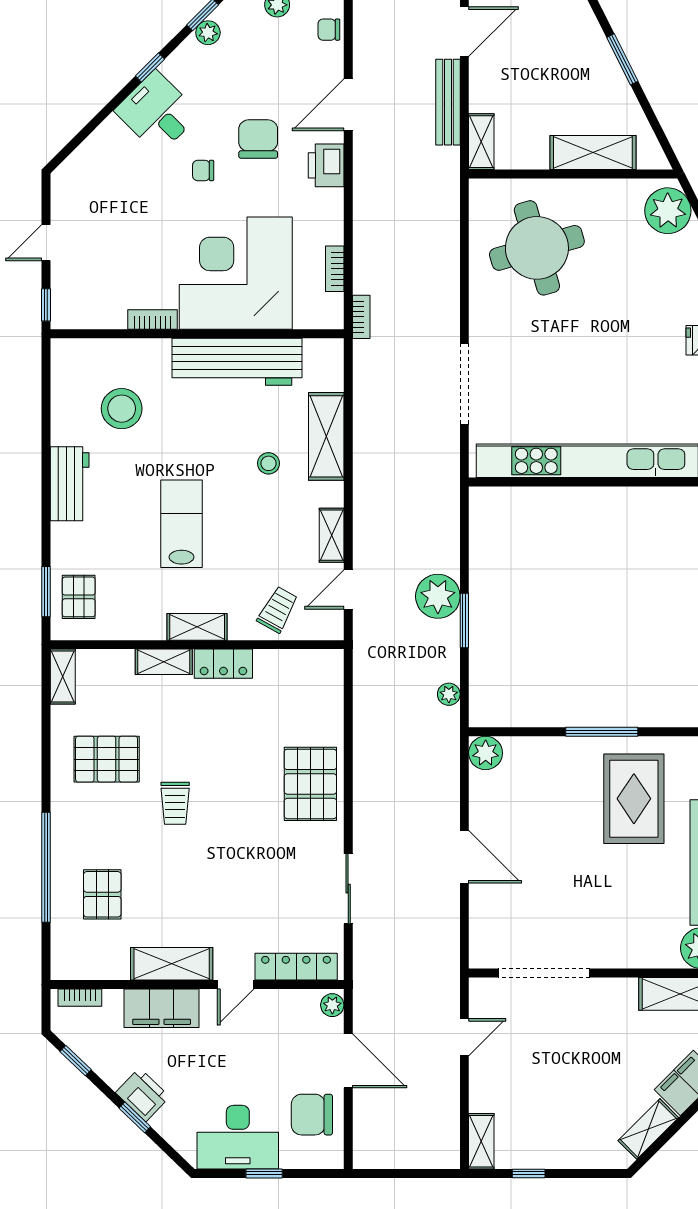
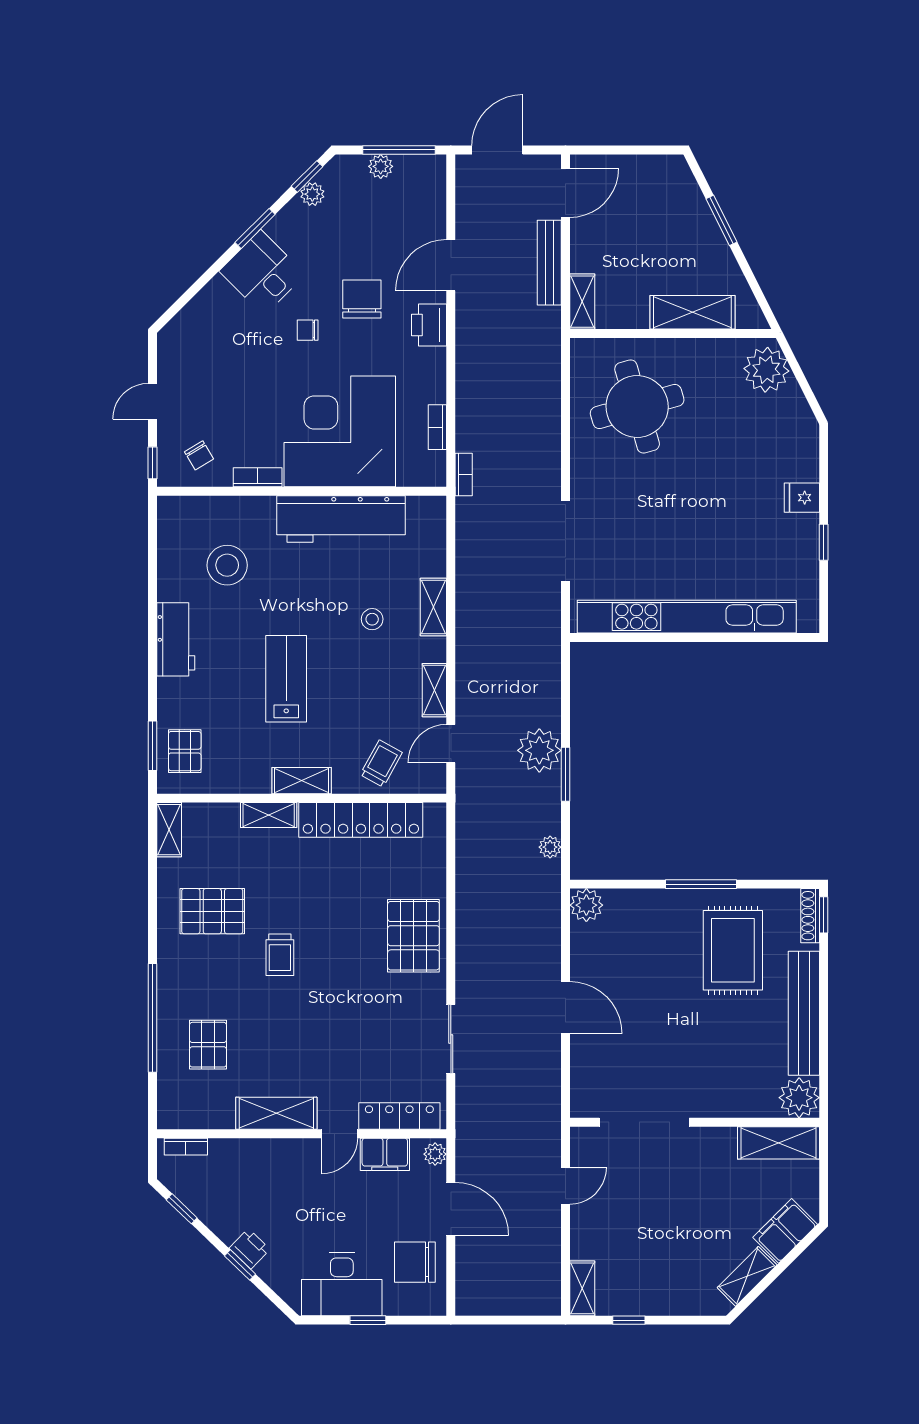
chair: (329, 30) -> (199, 455), moved, turned -121
window: (150, 68) -> (255, 228), width x1.50
shelving: (326, 436) -> (433, 607), width x0.67, depth x0.75
locker: (223, 664) -> (361, 820), width x2.16, depth x1.21
filing cabinet: (162, 1008) -> (385, 1154), moved, width x0.67, depth x0.86
printer: (143, 1095) -> (250, 1249), width x0.73, depth x0.81

